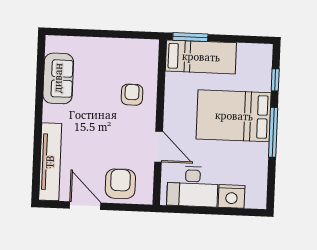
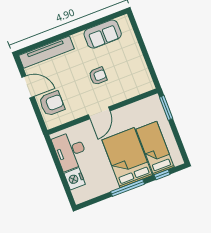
bed: (201, 57) -> (155, 148), moved, turned 180
armchair: (132, 95) -> (98, 76), moved
door: (159, 147) -> (99, 113), moved
door: (85, 206) -> (28, 87), hinge flipped

